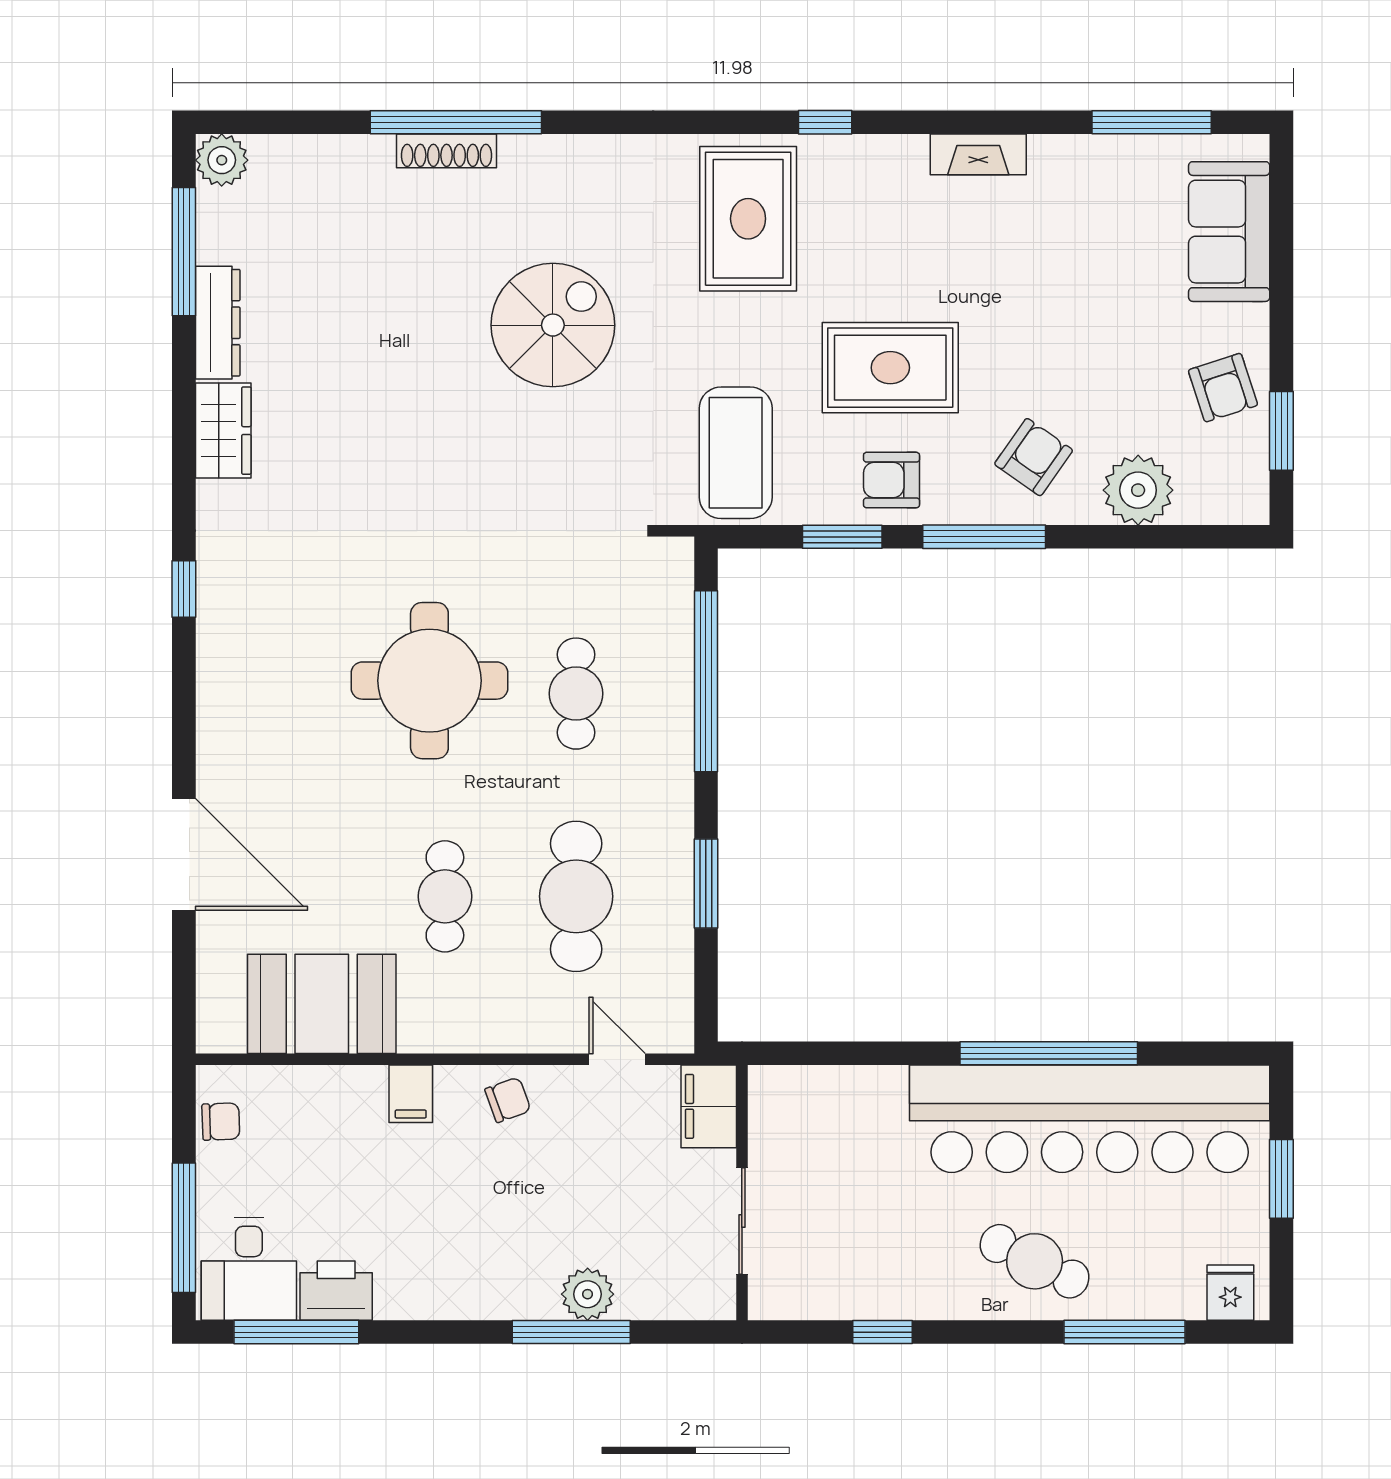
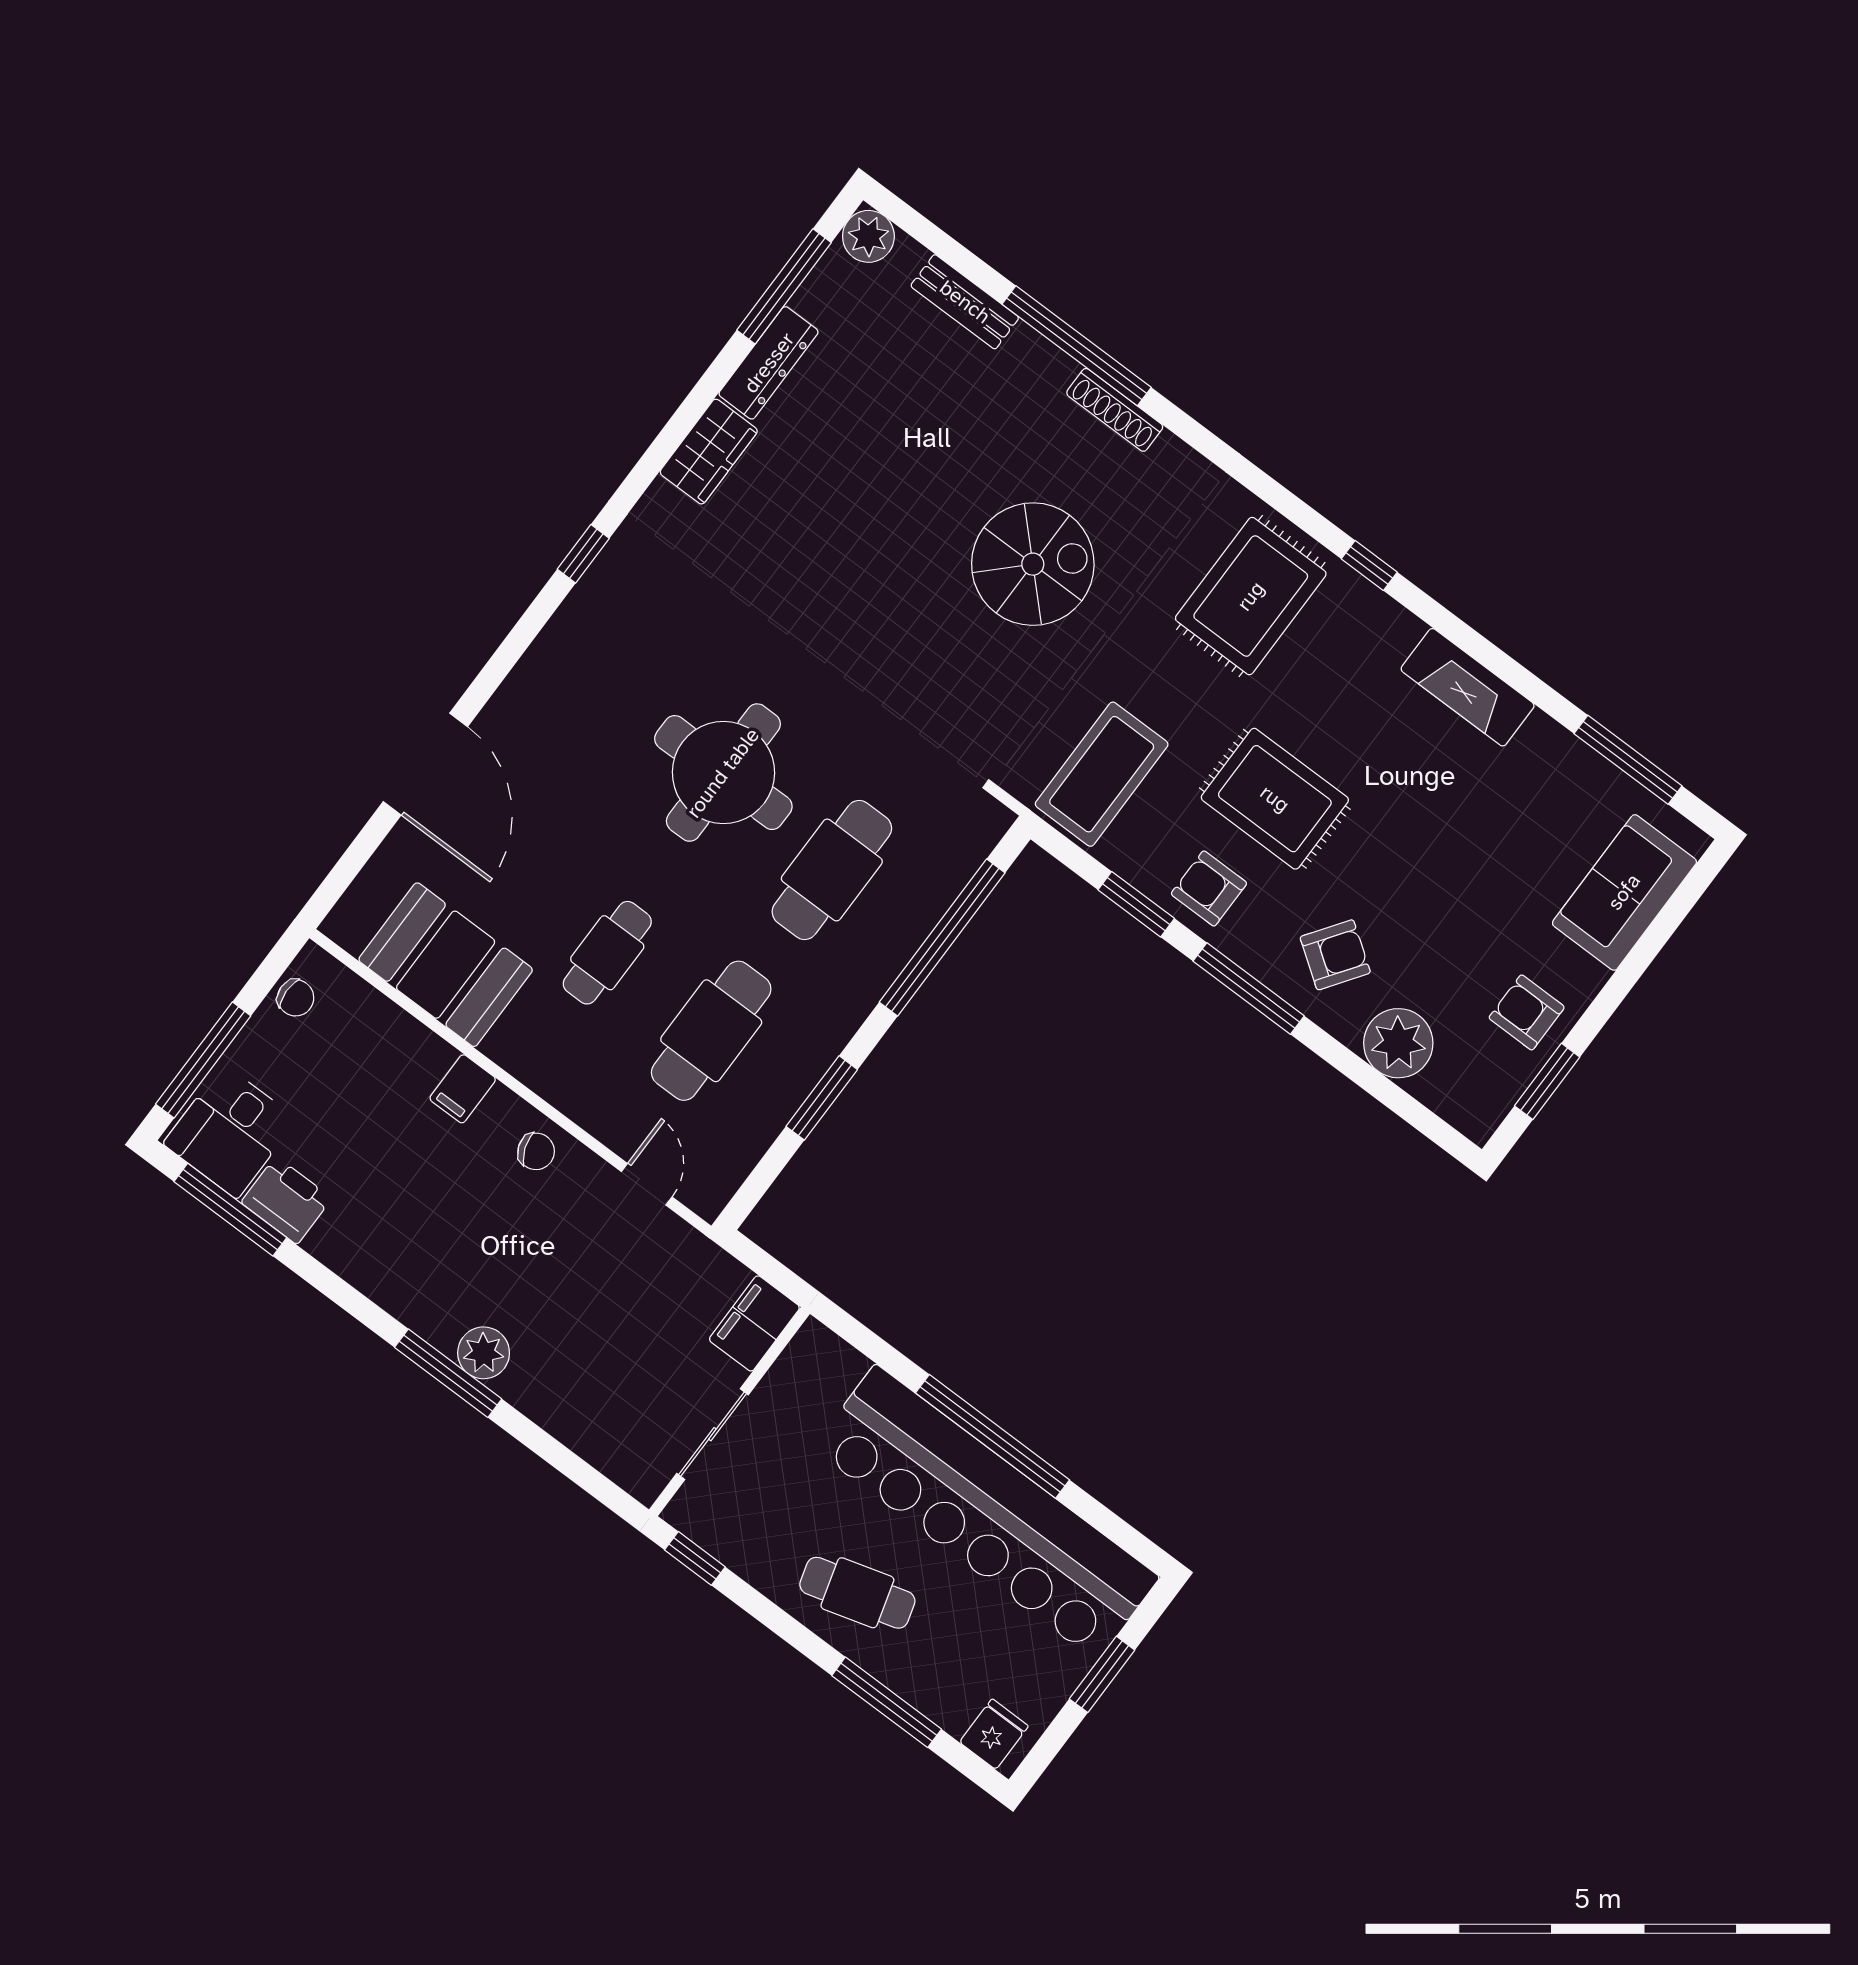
shoe rack: (447, 151) -> (1115, 410), moved
fireplace: (978, 154) -> (1468, 687), width x1.37, depth x1.32
bench: (339, 155) -> (965, 302), added
armchair: (1223, 388) -> (1527, 1012), turned 108
cafe table: (576, 694) -> (832, 870), width x1.37, depth x1.35
filing cabinet: (709, 1106) -> (754, 1323), moved
wall: (742, 1193) -> (729, 1412), moved
sliding door: (742, 1221) -> (712, 1434), moved
cafe table: (1035, 1261) -> (857, 1593), turned -42

